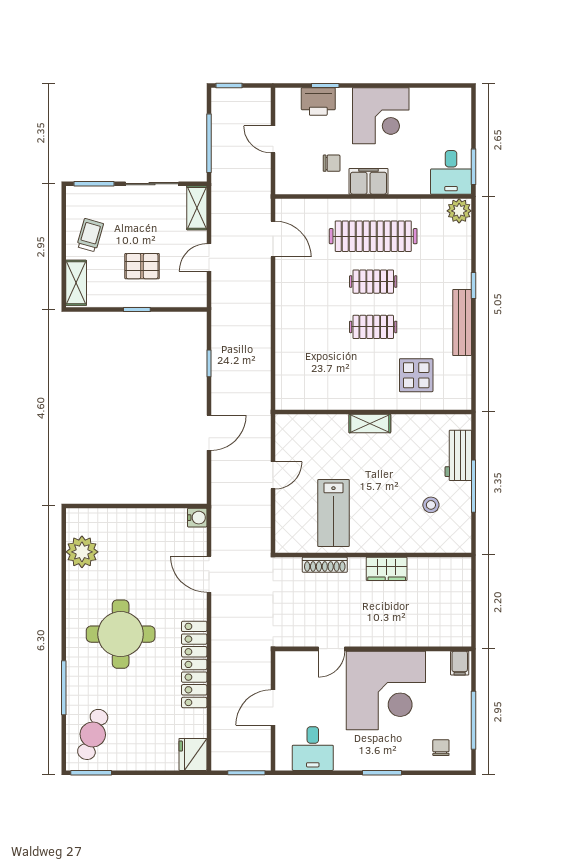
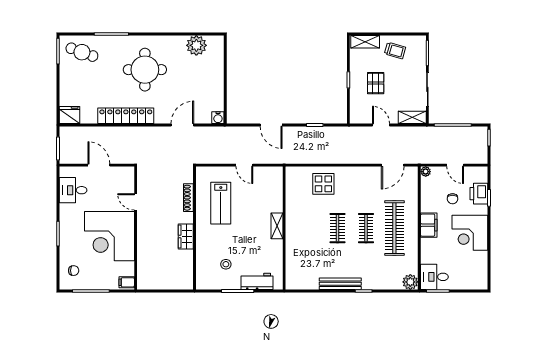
door: (273, 139) -> (455, 165), swing flipped
chair: (332, 163) -> (453, 199), moved
plant: (283, 186) -> (426, 172), added
display table: (416, 375) -> (323, 184), moved
lab bench: (333, 513) -> (221, 203), turned -90

